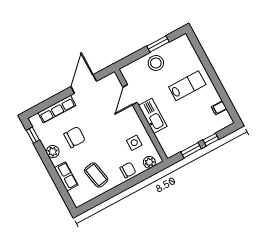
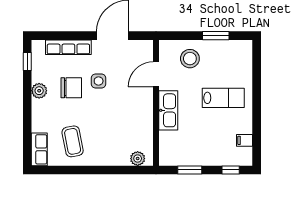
stool: (156, 63) -> (190, 59), moved
window: (211, 140) -> (231, 170), moved
side table: (134, 143) -> (99, 81), moved
chair: (128, 170) -> (110, 155), removed
row of seats: (66, 176) -> (39, 149), moved

